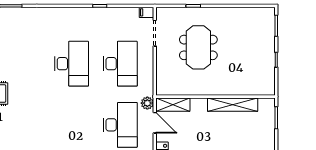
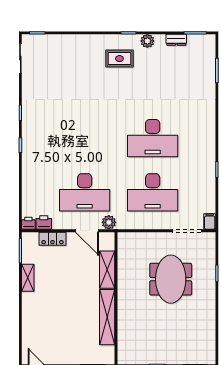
meeting table: (198, 47) -> (171, 279), turned 90
shelving: (173, 105) -> (107, 270), moved
door: (155, 123) -> (87, 231), hinge flipped

